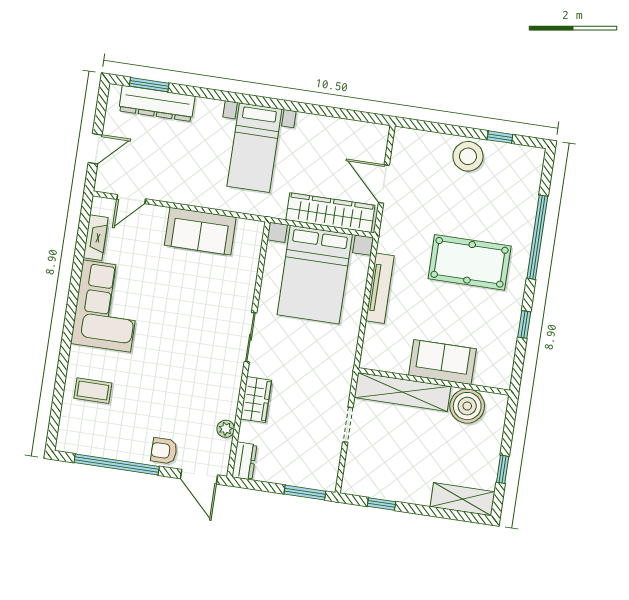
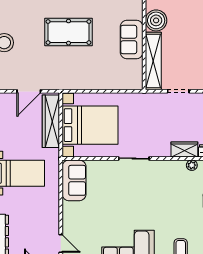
sofa: (200, 231) -> (74, 180), moved
pool table: (470, 262) -> (68, 32), turned 90
tv unit: (380, 288) -> (92, 84), removed
wardrobe: (256, 400) -> (184, 149), moved

